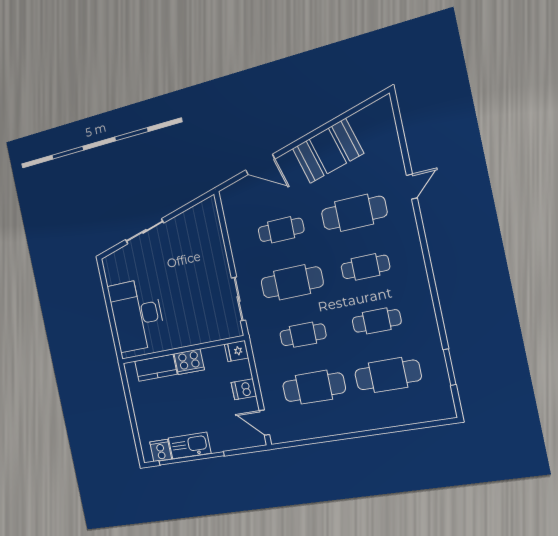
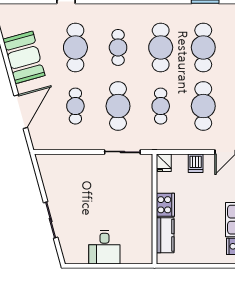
door: (260, 164) -> (21, 112), width x1.36
desk: (137, 315) -> (104, 247), width x0.53, depth x0.77
cafe table: (377, 321) -> (161, 47), width x1.37, depth x1.35

